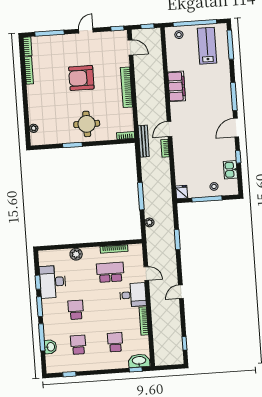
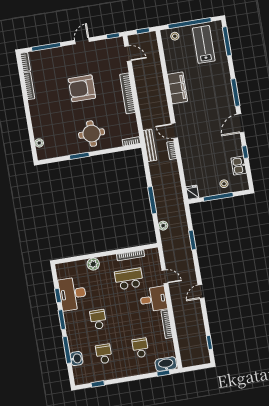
door: (170, 129) -> (174, 131), hinge flipped

